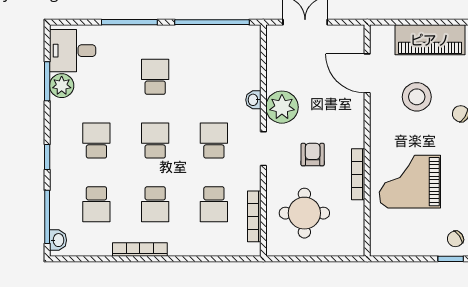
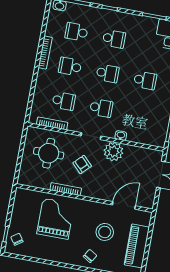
plant: (62, 86) -> (150, 24), removed
armchair: (313, 155) -> (82, 164), turned -135
school desk: (214, 204) -> (64, 101), turned 180

